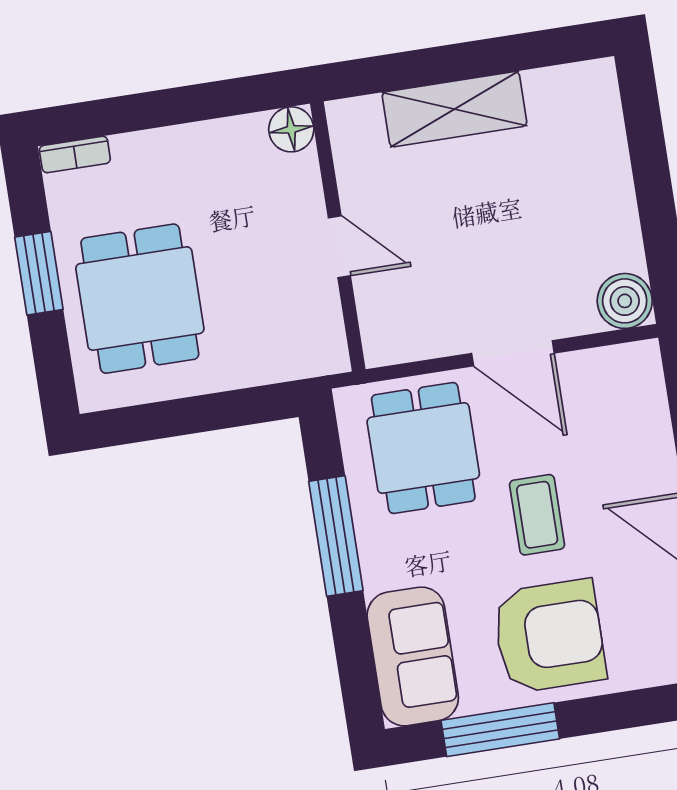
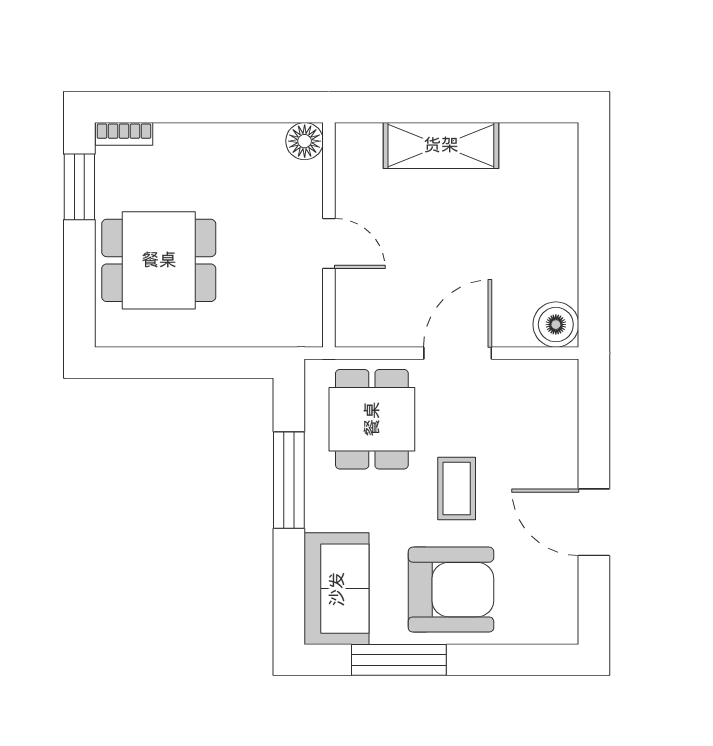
window: (39, 273) -> (79, 187), moved
dining table: (140, 299) -> (159, 260), turned 90
door: (513, 353) -> (458, 353), swing flipped

